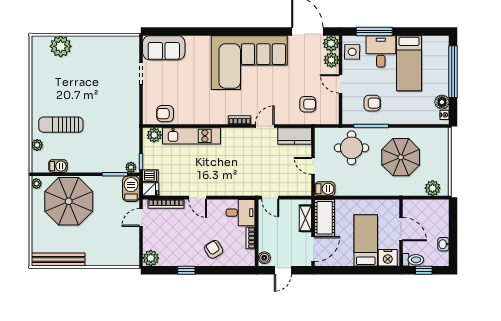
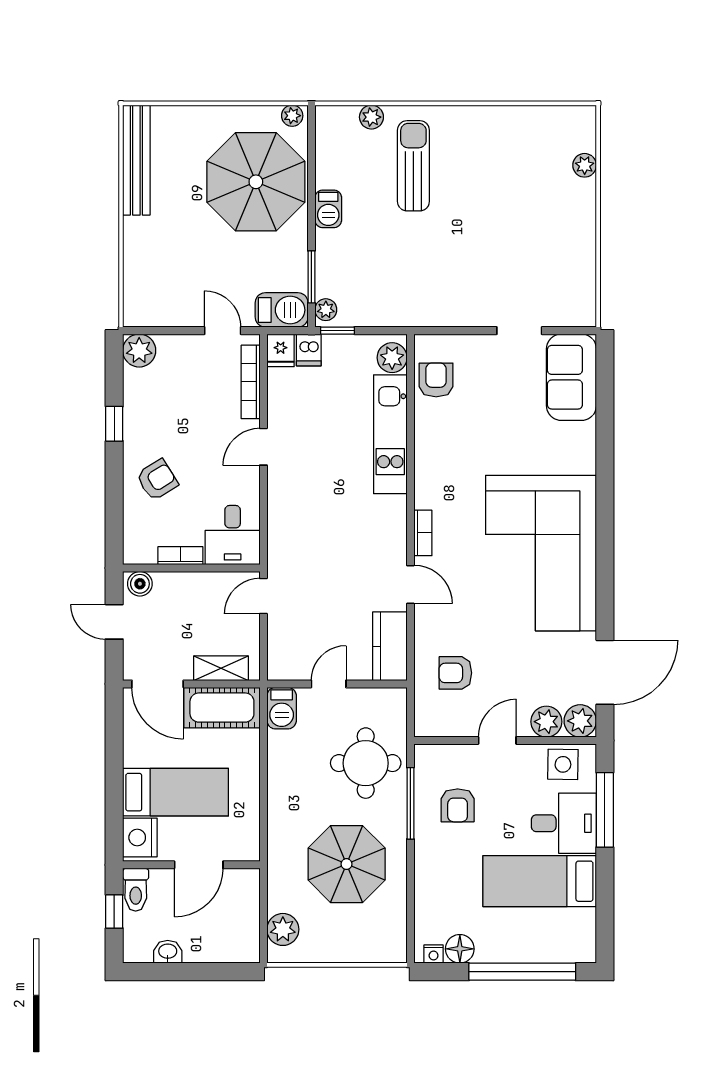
plant: (61, 46) -> (585, 165), width x0.53, depth x0.53
armchair: (308, 104) -> (455, 673), turned 90
barbecue: (58, 166) -> (328, 209), moved

